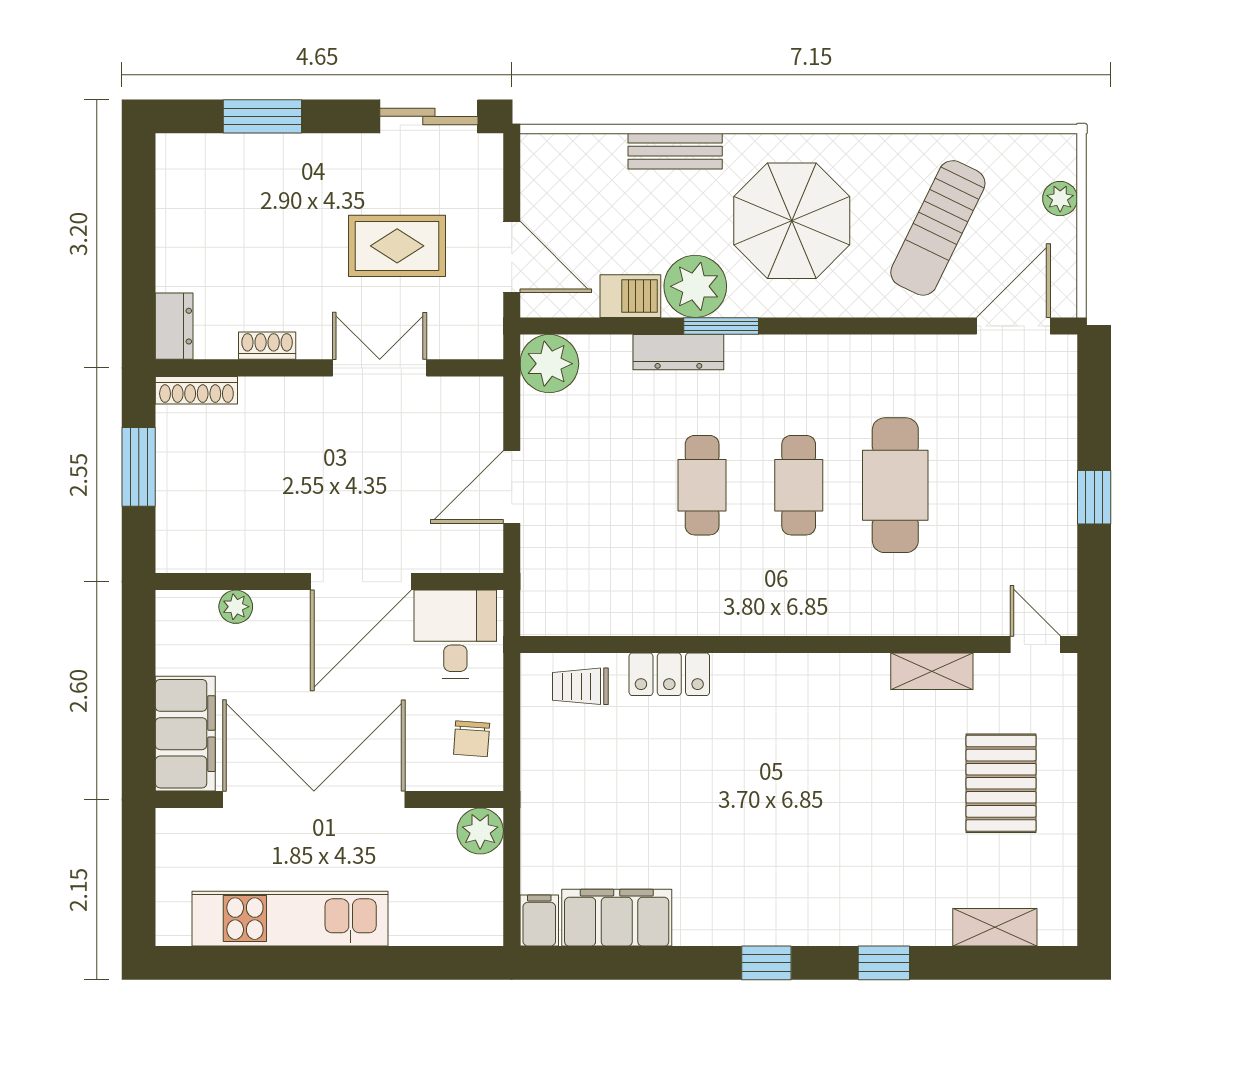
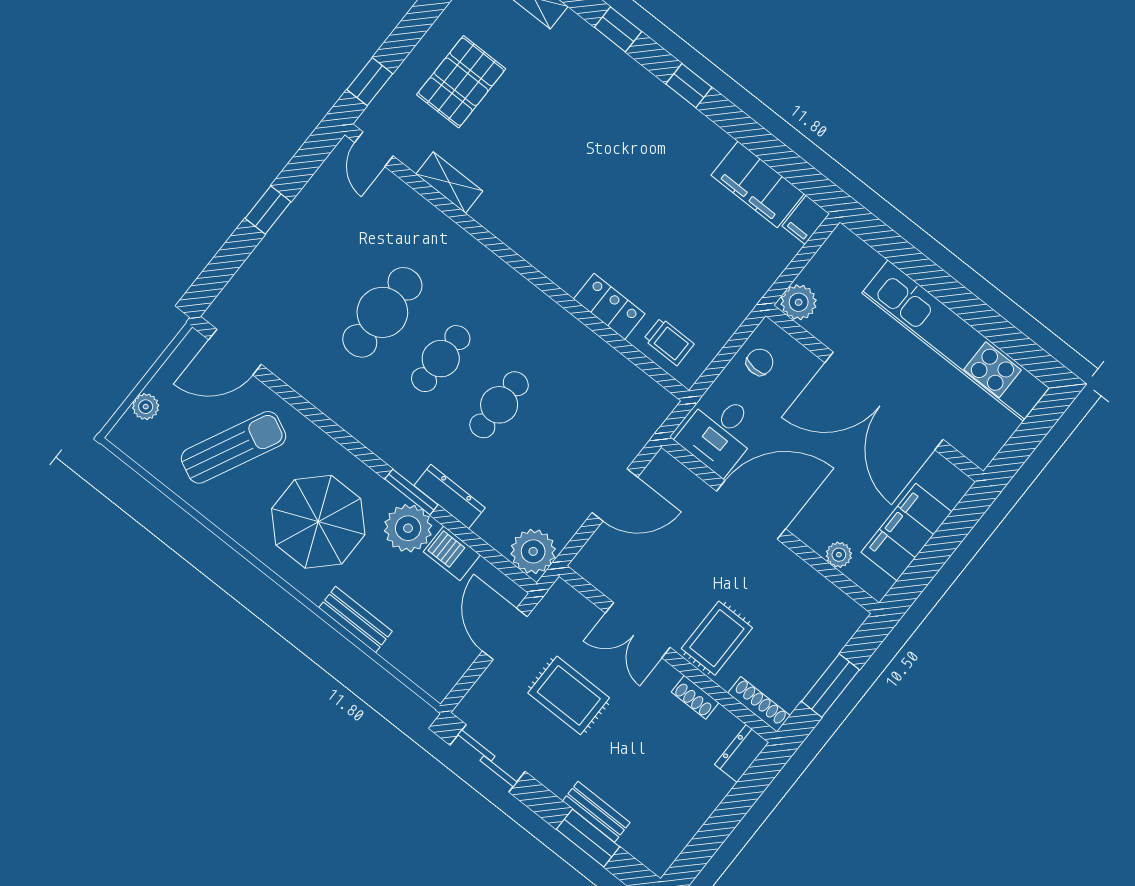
bench: (275, 150) -> (596, 812), added
rug: (292, 424) -> (717, 638), added
window: (1094, 710) -> (370, 82), added
filing cabinet: (185, 734) -> (906, 532), moved
kitchen unit: (290, 919) -> (955, 340), width x1.36

